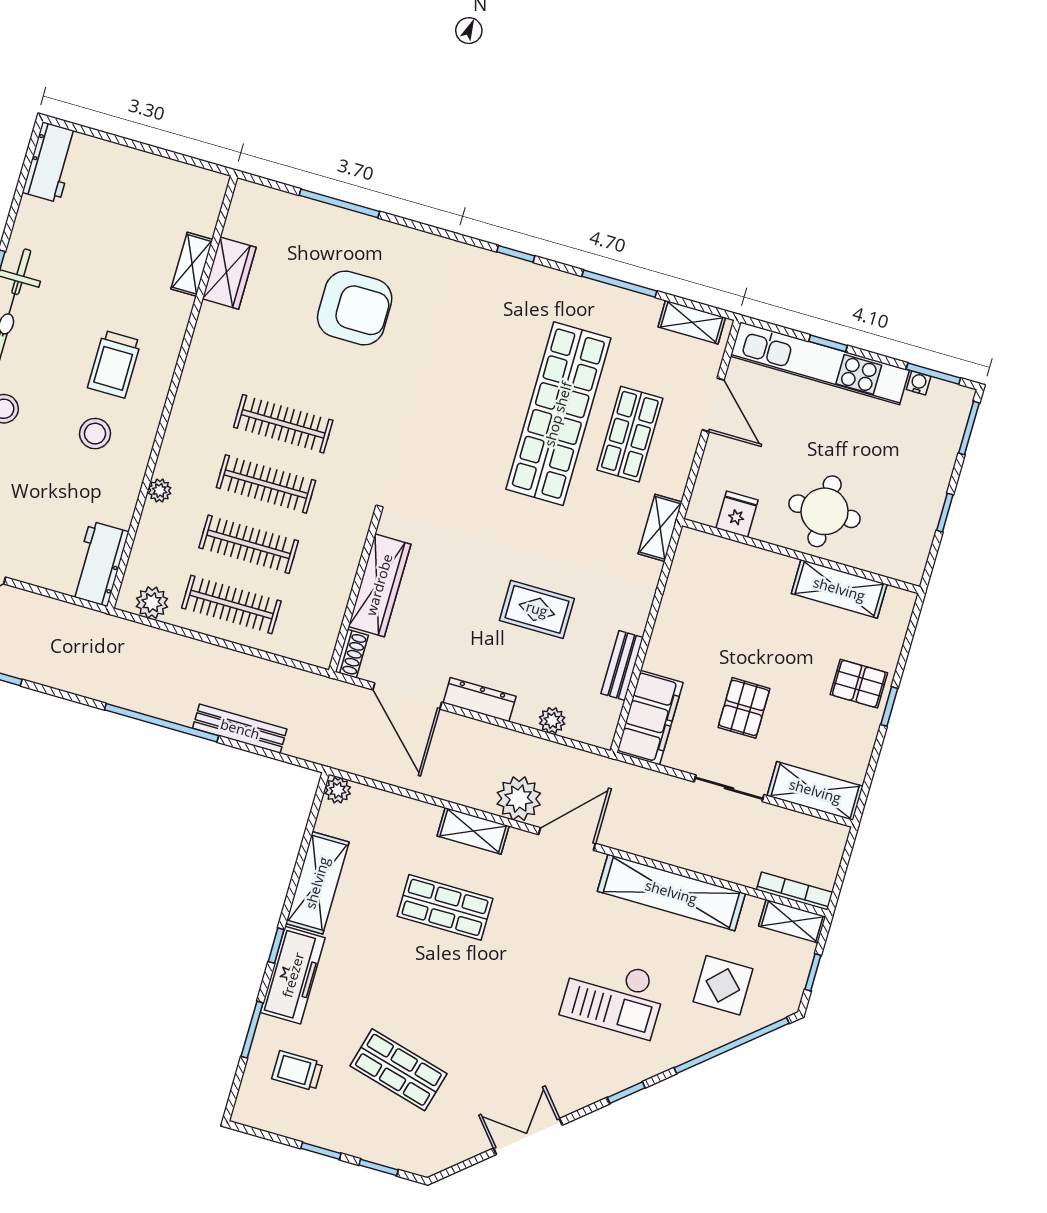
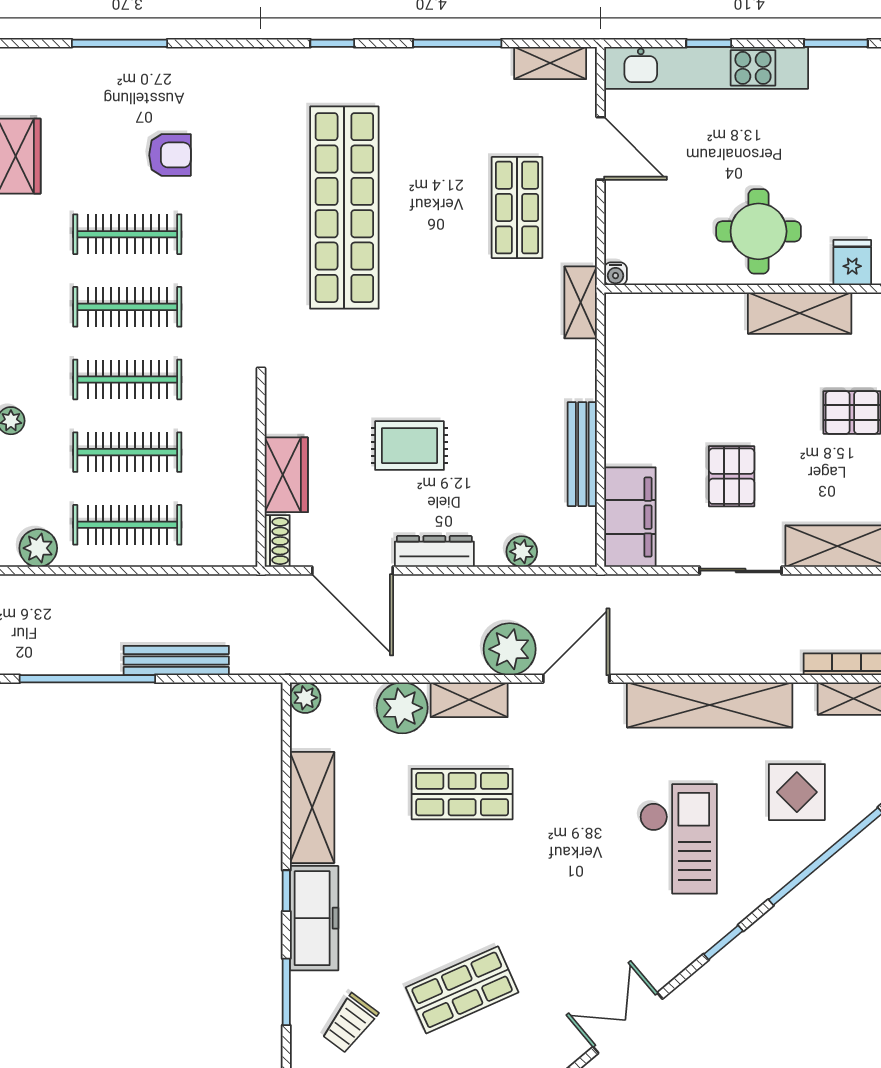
armchair: (355, 308) -> (170, 155), width x0.53, depth x0.53
clothes rail: (300, 364) -> (127, 234), added
water cooler: (919, 383) -> (615, 274), moved, turned 180
shop shelf: (558, 414) -> (344, 208), moved
fridge: (737, 514) -> (852, 263), moved
wardrobe: (379, 585) -> (286, 475), width x0.67
rug: (537, 609) -> (410, 446), moved
bench: (622, 666) -> (582, 454), width x1.36
plant: (416, 822) -> (402, 708), added
checkout: (614, 996) -> (678, 839), turned -90
shop shelf: (398, 1070) -> (462, 990), turned -39
trolley: (297, 1071) -> (350, 1023), turned -53

